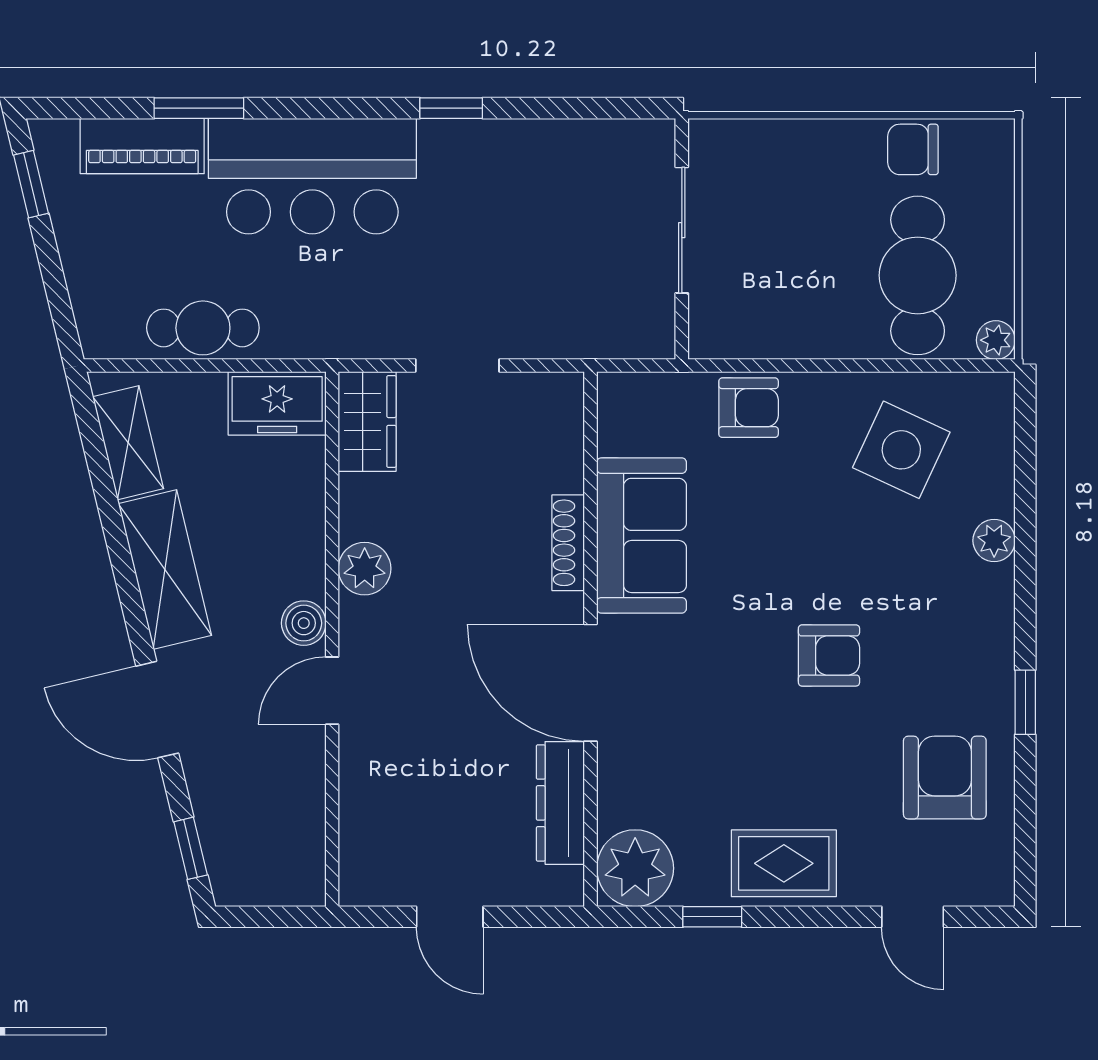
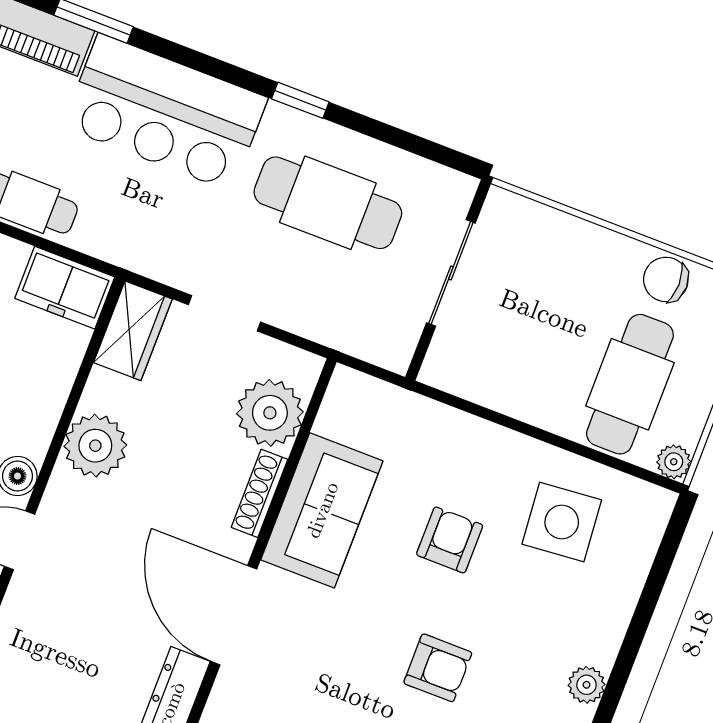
cafe table: (522, 206) -> (328, 203), added
armchair: (749, 408) -> (450, 540), moved, turned -90
side table: (901, 450) -> (562, 522), turned -30
plant: (546, 453) -> (270, 413), added
plant: (994, 541) -> (587, 685), moved
plant: (365, 569) -> (95, 446), width x1.36, depth x1.36

